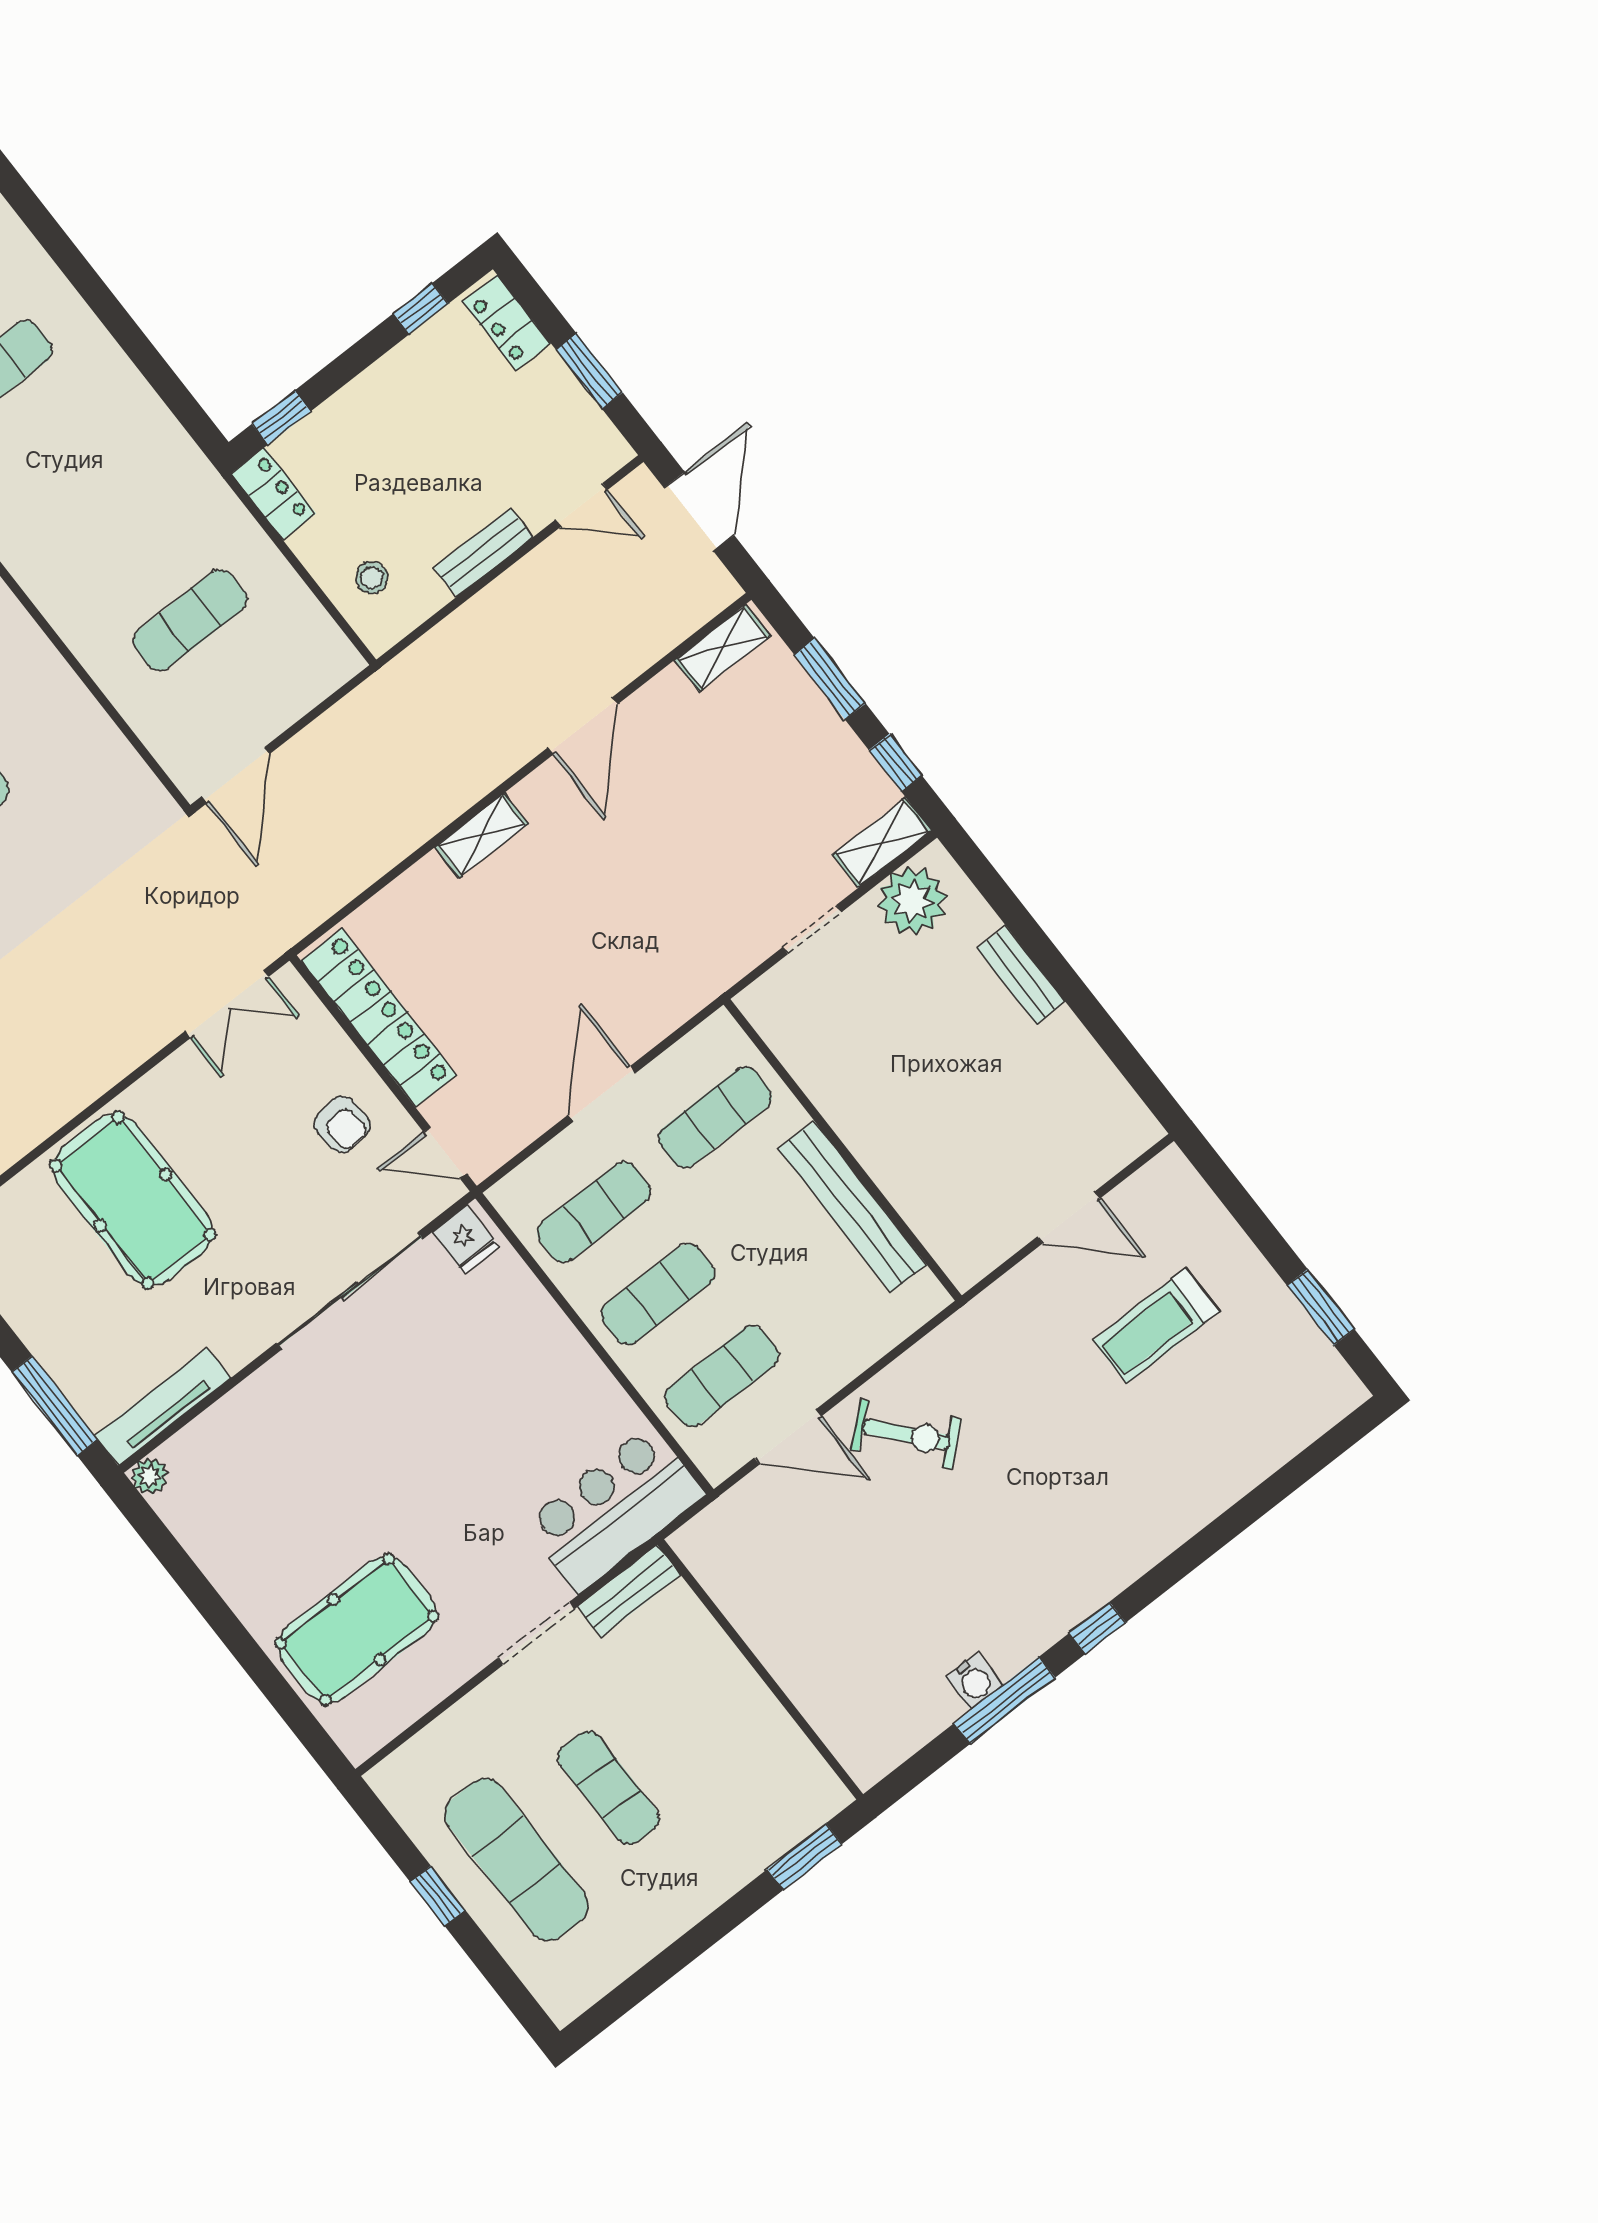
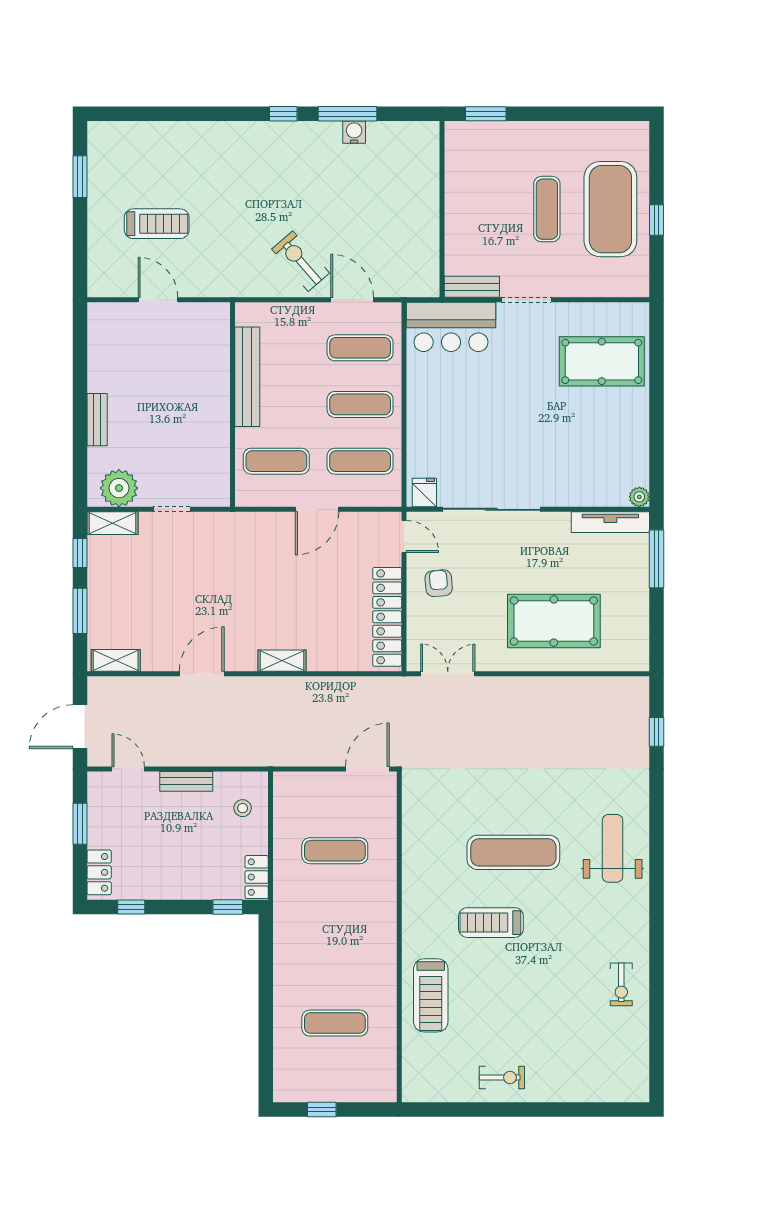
pool table: (133, 1200) -> (554, 621), turned 90
exercise mat: (517, 1860) -> (610, 209), width x1.47

